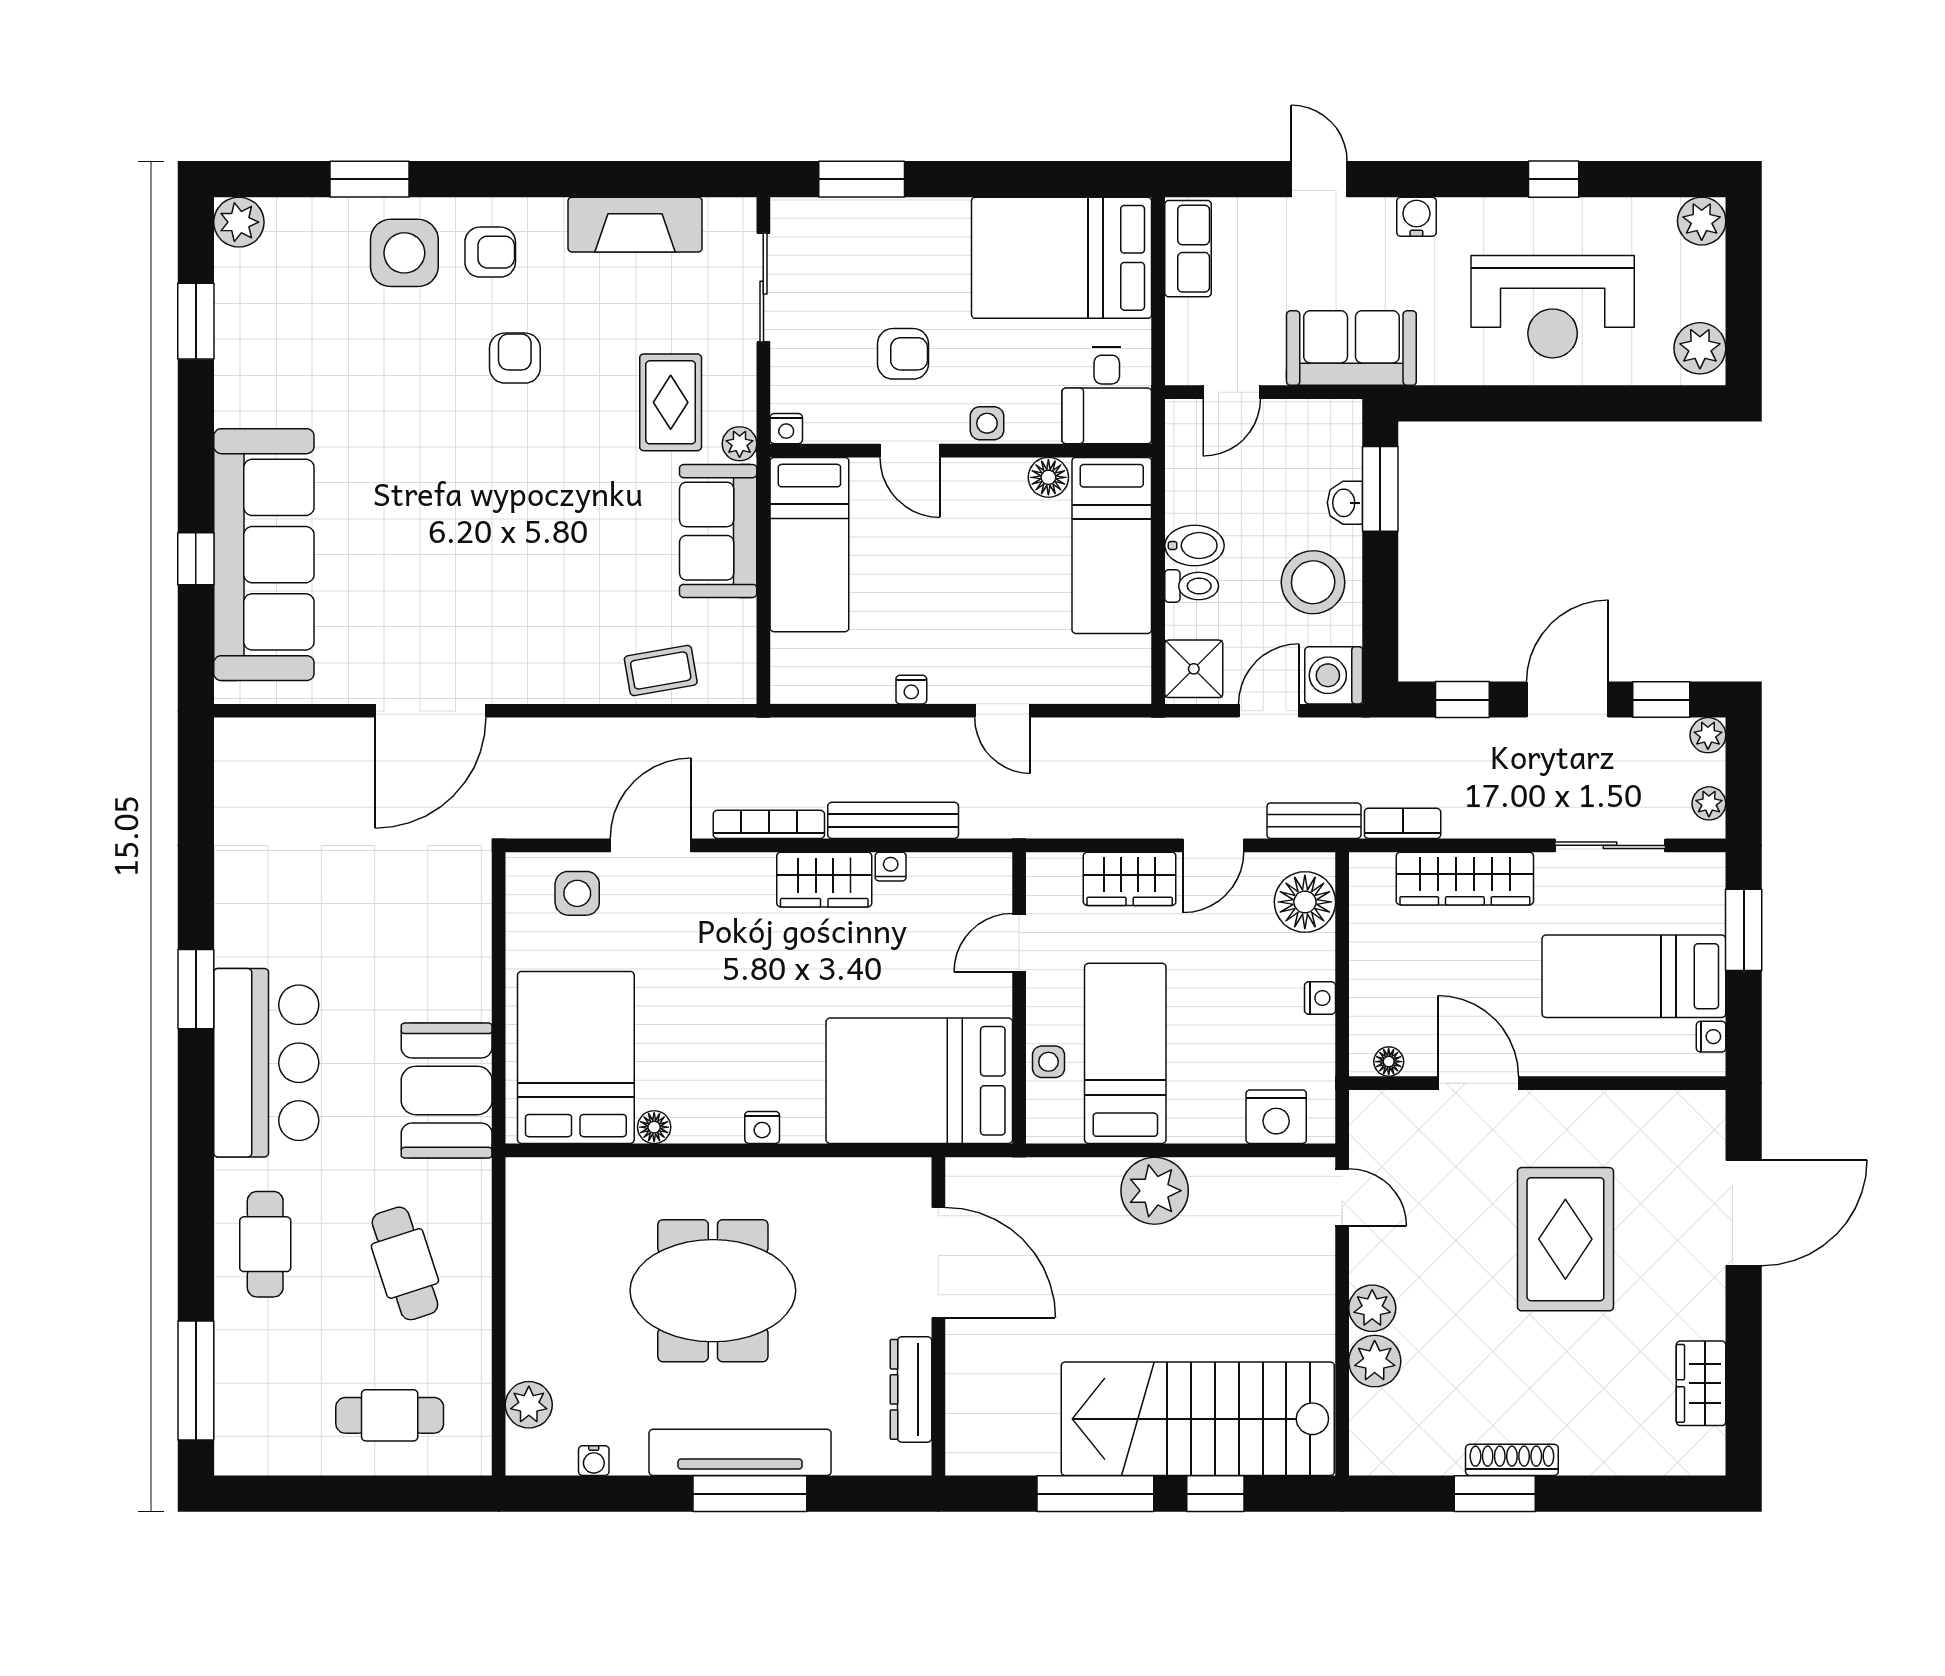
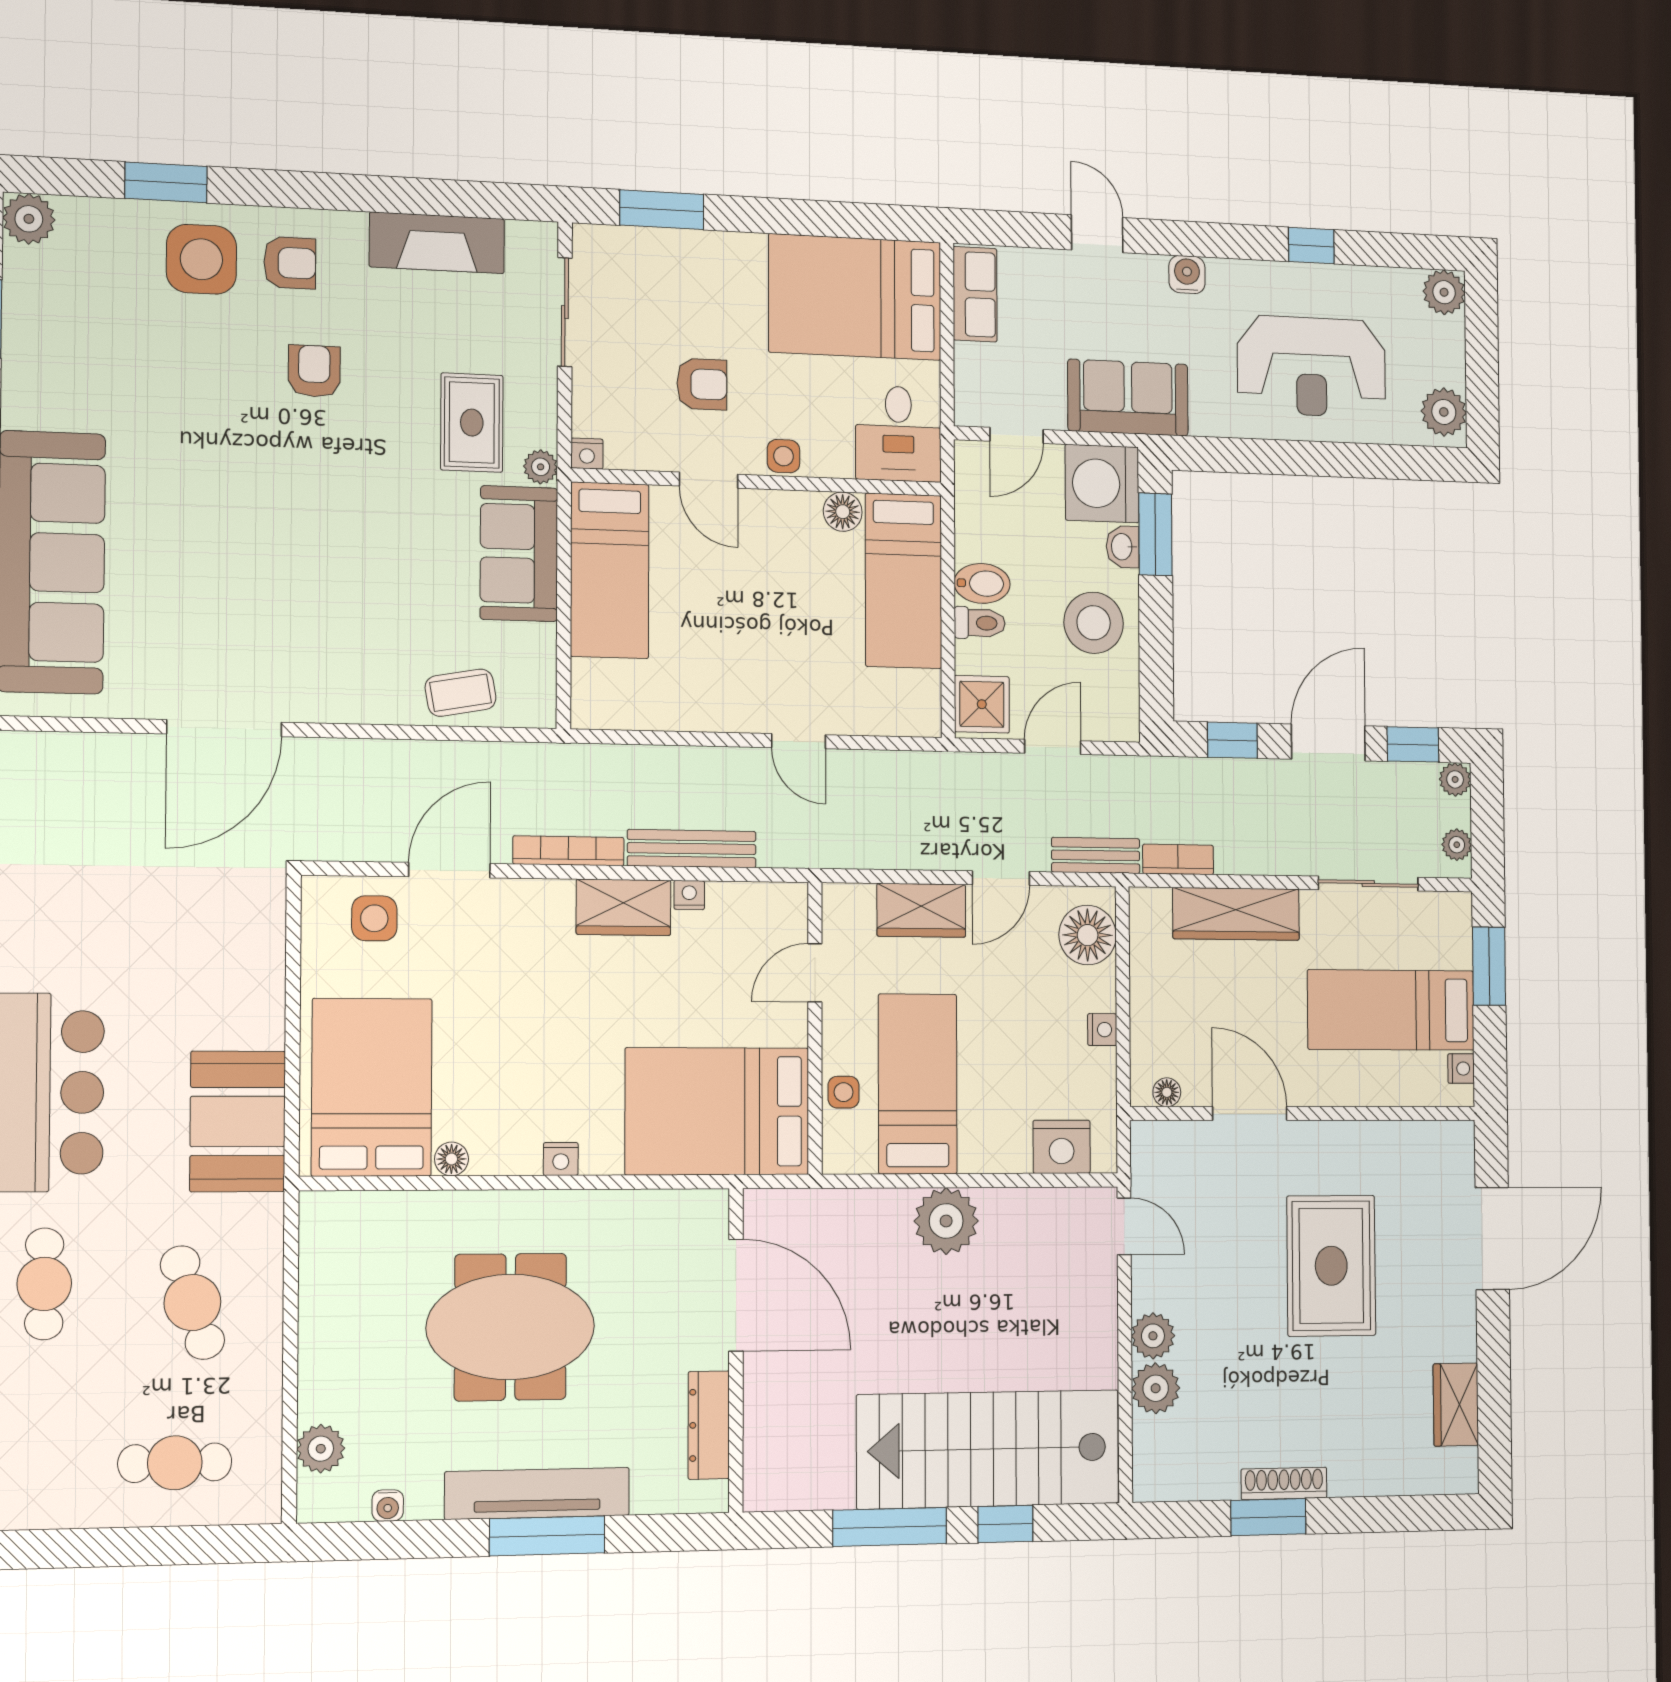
washing machine: (1334, 675) -> (1102, 484), moved, width x1.37, depth x1.37
nightstand: (911, 690) -> (710, 718), removed

